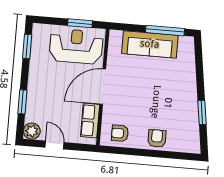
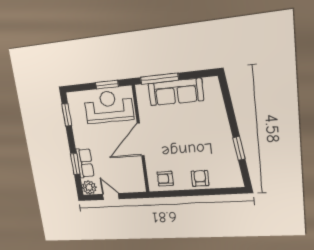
window: (165, 31) -> (159, 79), moved
row of seats: (90, 121) -> (85, 163), moved, turned 180

